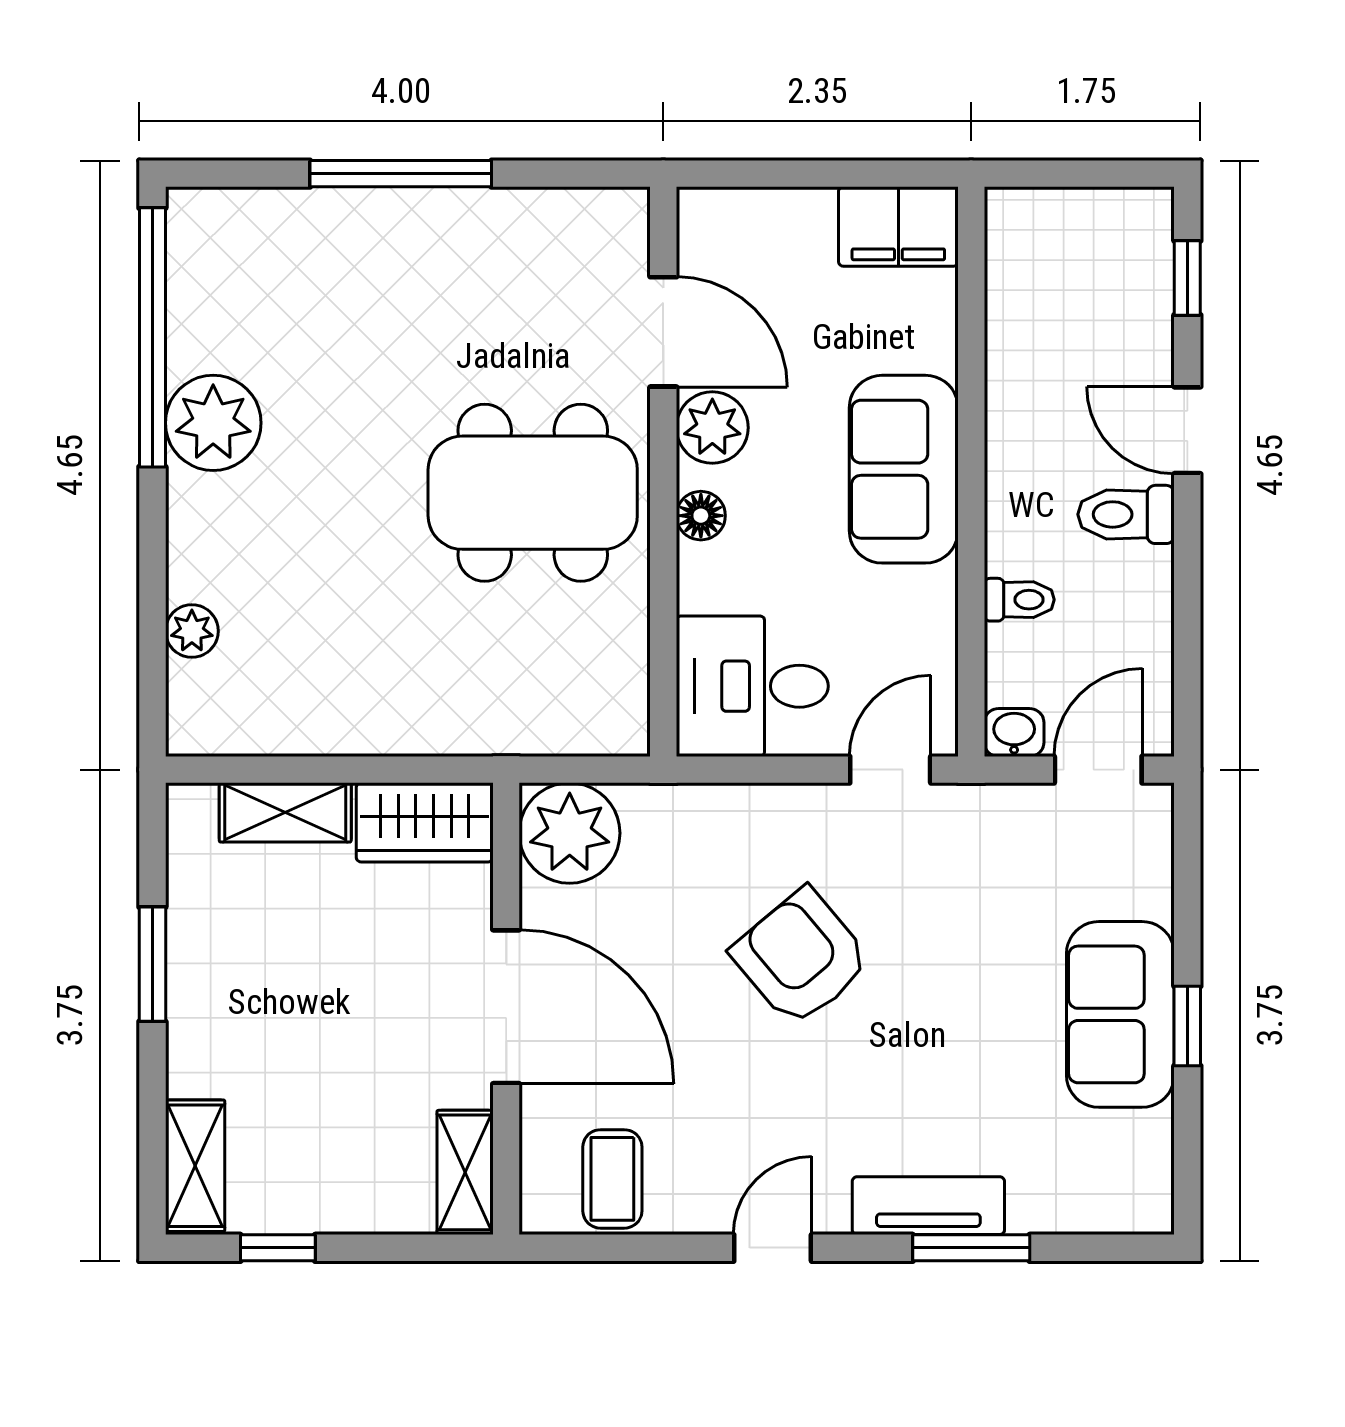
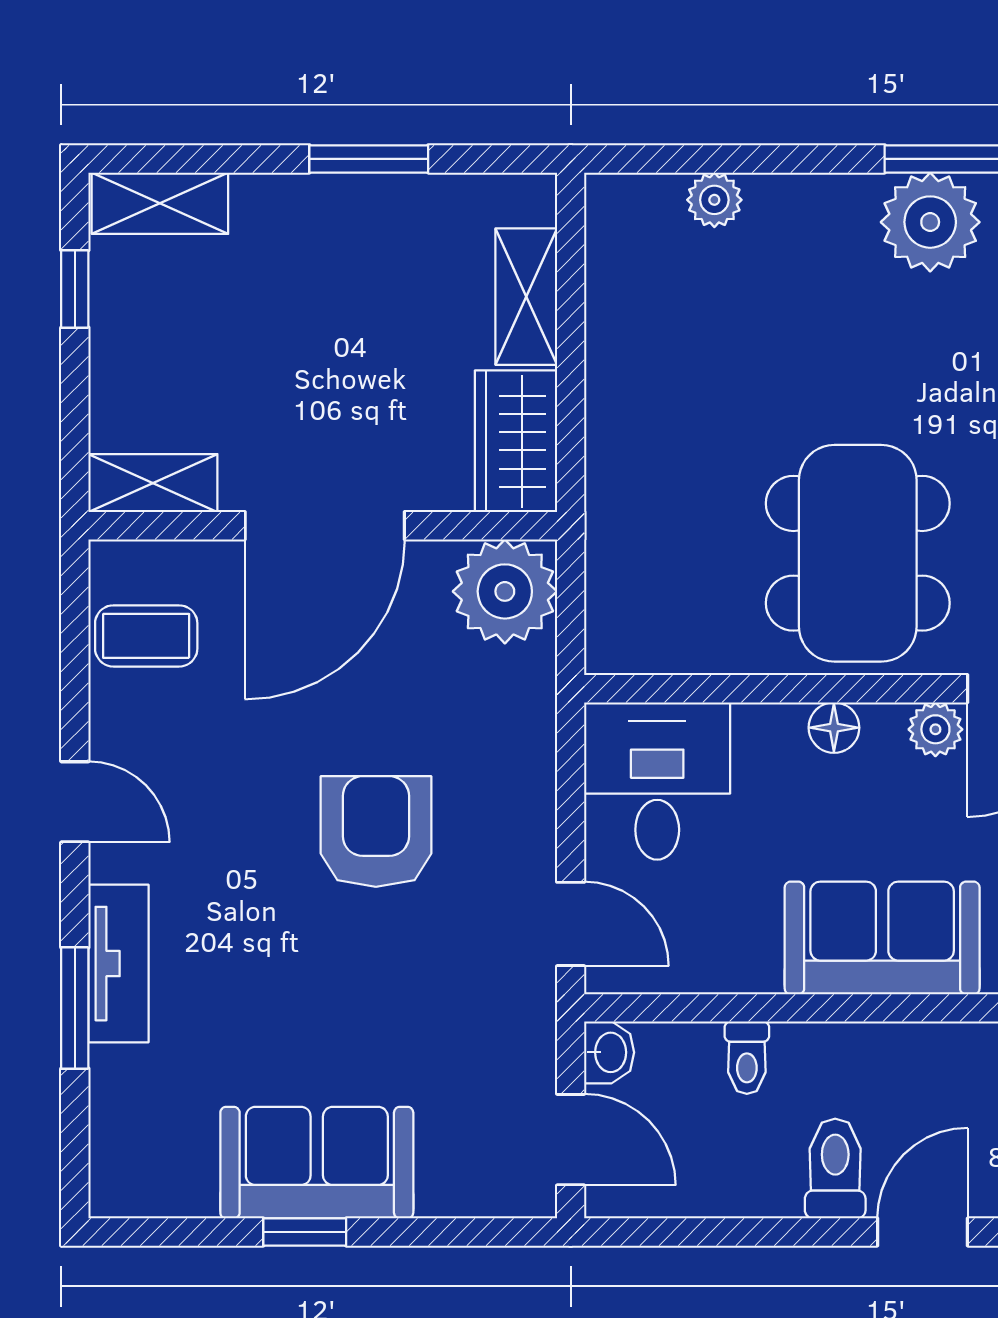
plant: (712, 428) -> (935, 729), width x0.73, depth x0.73
armchair: (801, 957) -> (376, 832), turned -50

